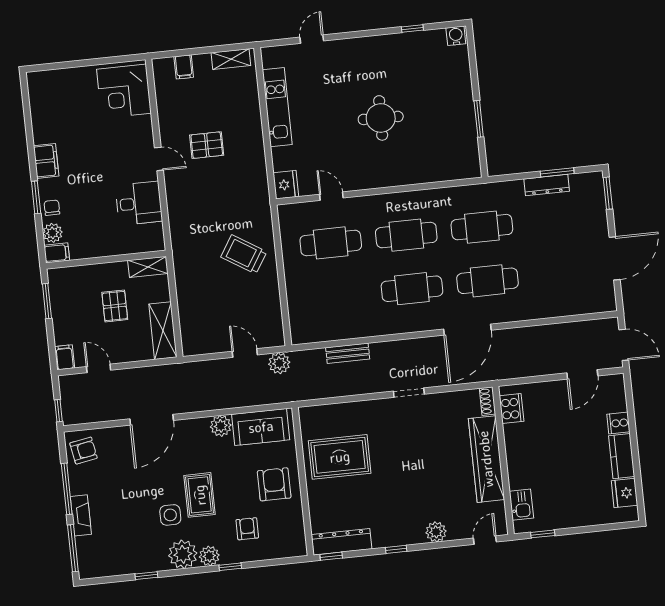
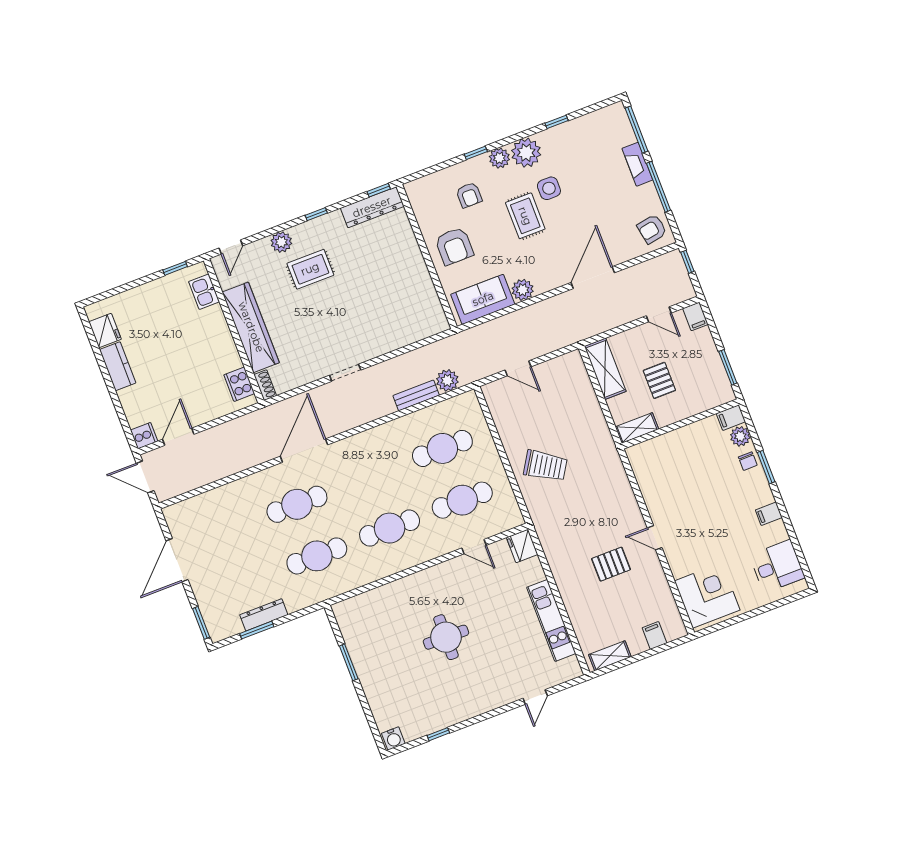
filing cabinet: (46, 161) -> (769, 514), width x0.50
desk: (139, 203) -> (777, 566), moved, turned 180
cafe table: (412, 289) -> (442, 448), moved
plant: (279, 363) -> (447, 380), moved
cooker: (618, 423) -> (144, 436), moved
rug: (340, 457) -> (310, 269), moved, width x0.73, depth x0.70

